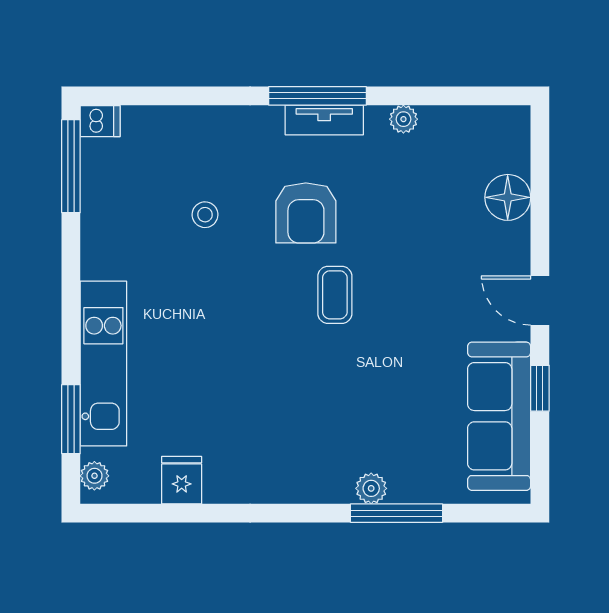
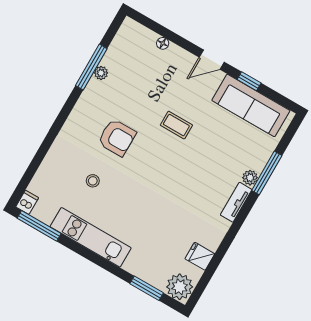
window: (317, 96) -> (91, 67), moved
tv unit: (324, 120) -> (236, 202), moved, turned 180
floor lamp: (508, 197) -> (163, 43), width x0.53, depth x0.53
coffee table: (335, 295) -> (176, 125), moved
kitchen unit: (103, 364) -> (91, 237), moved
plant: (94, 476) -> (180, 287), width x1.87, depth x1.87

